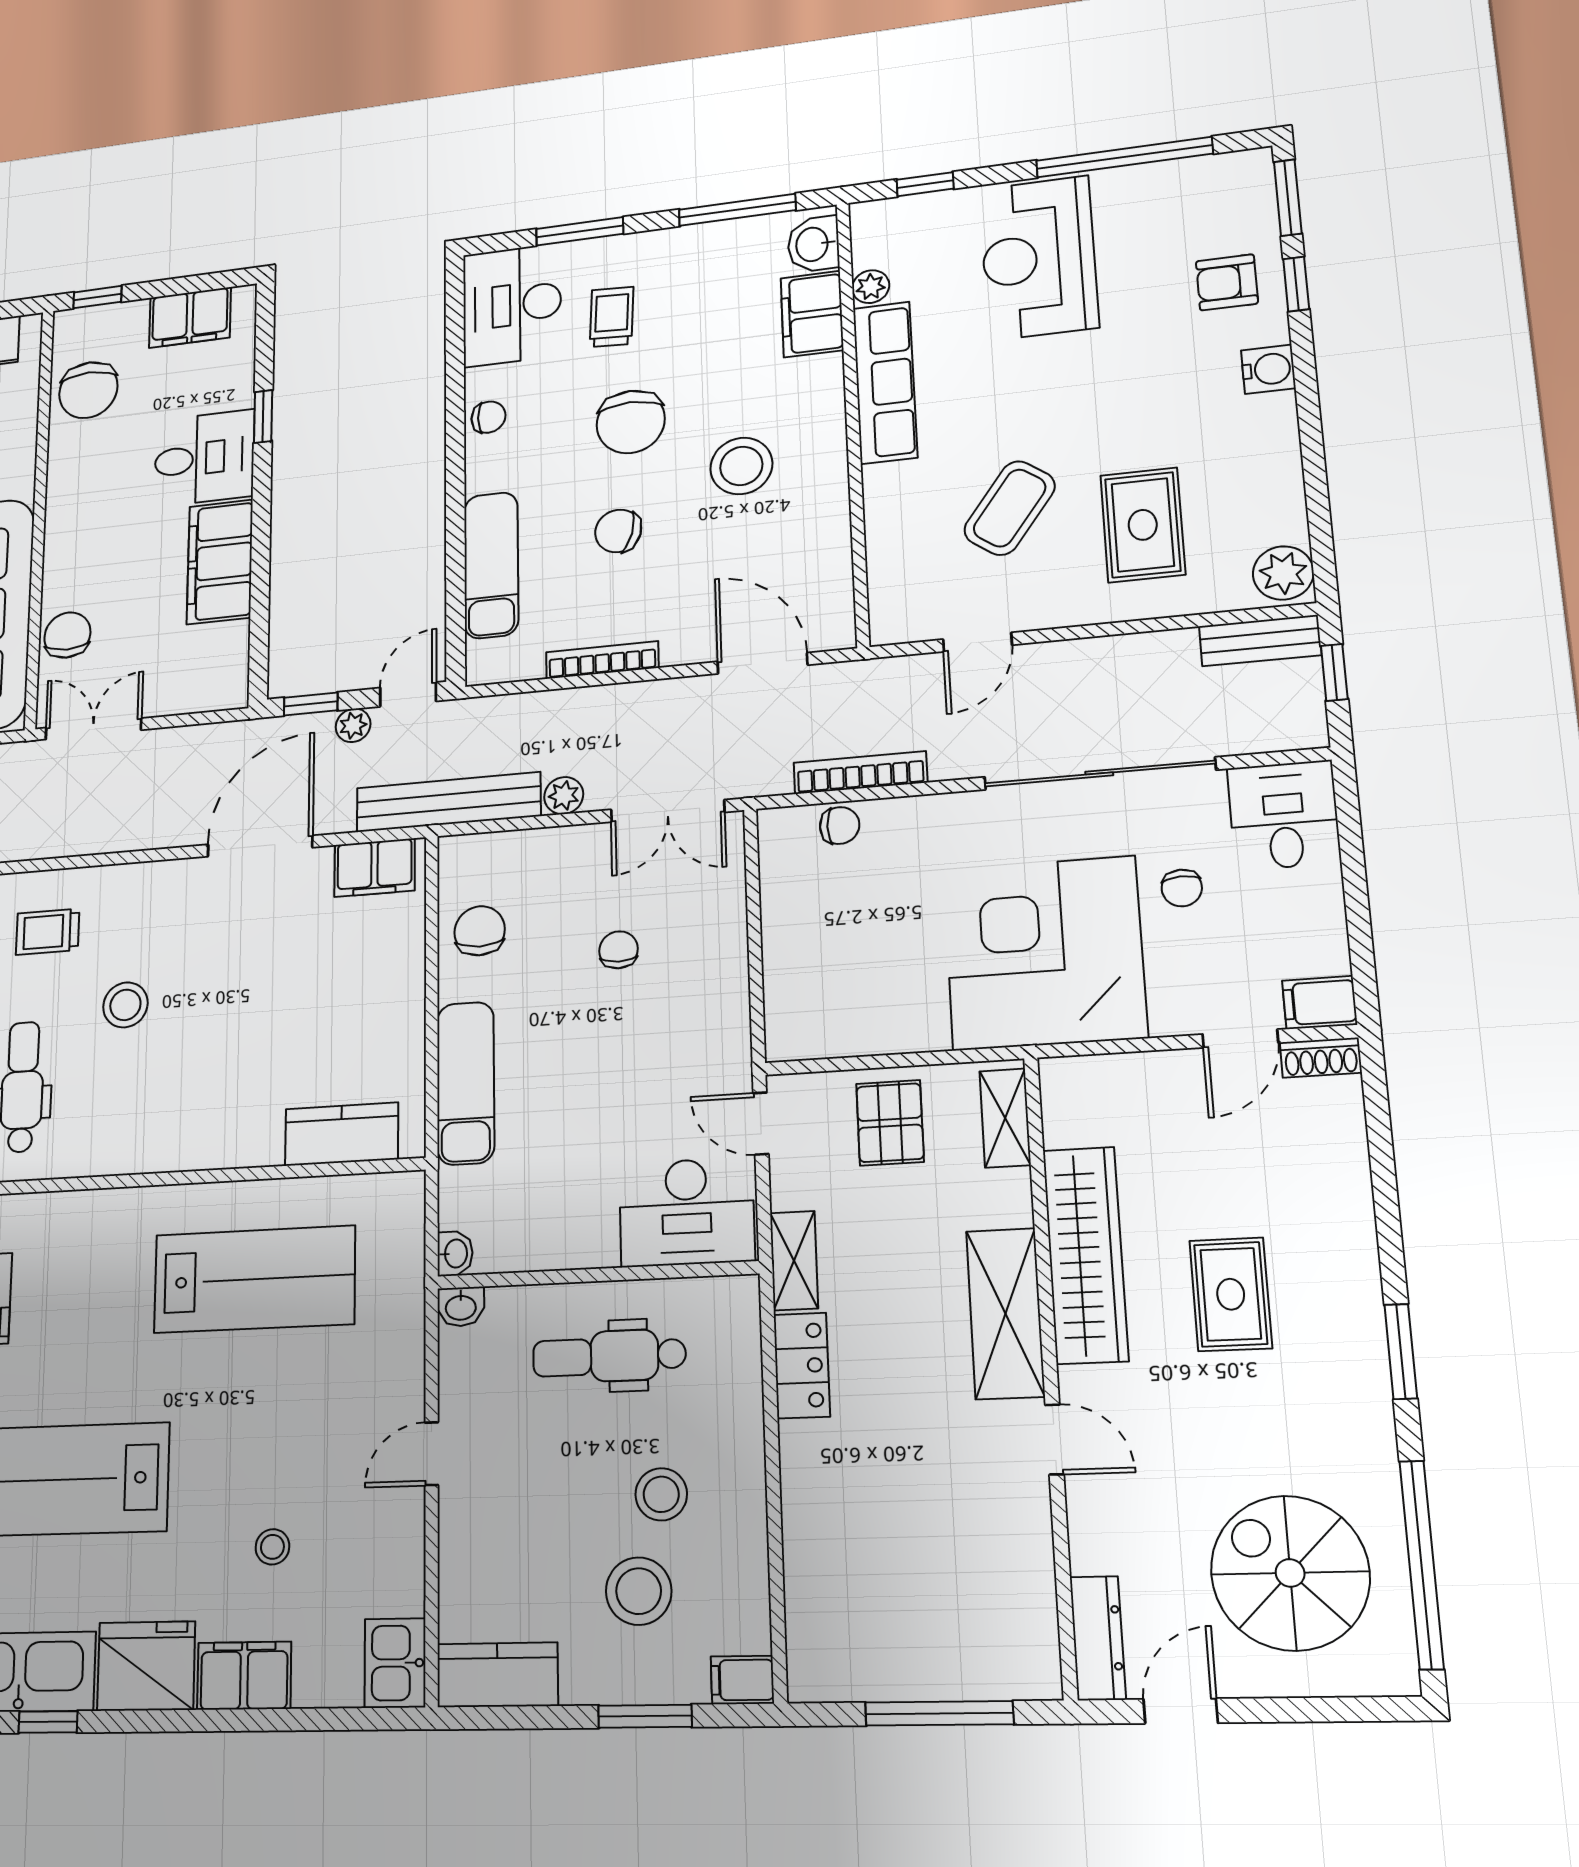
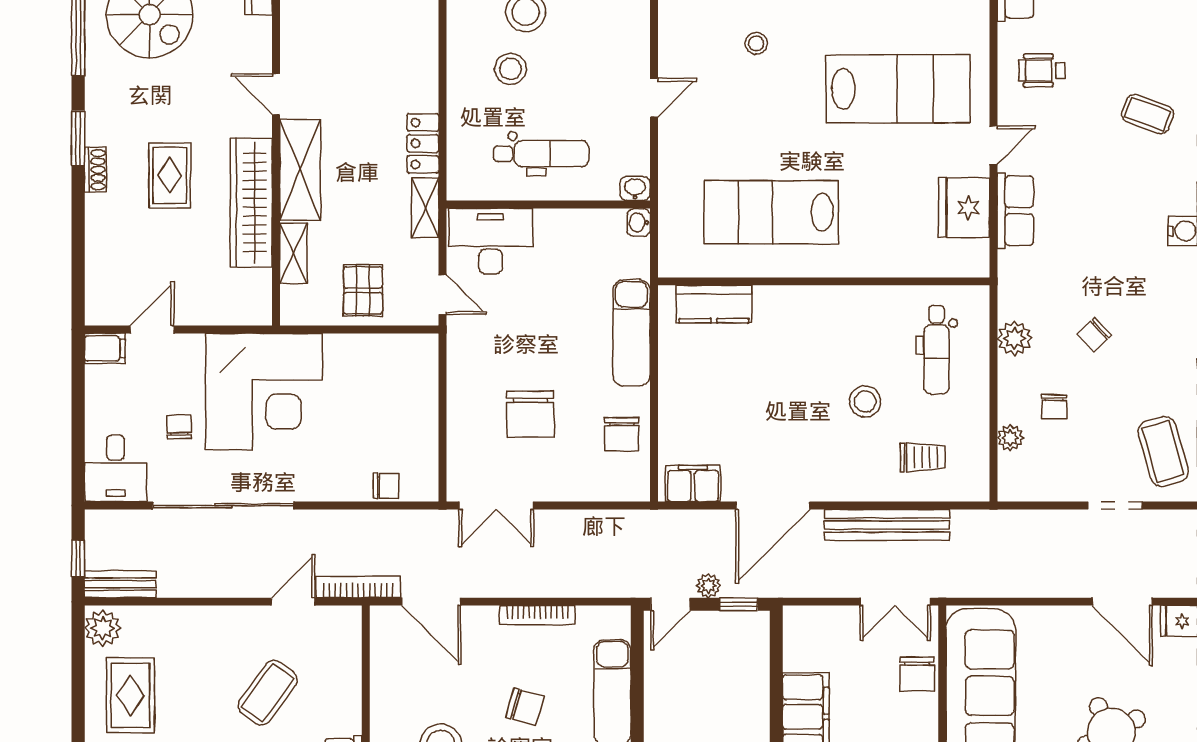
rug: (1143, 525) -> (130, 695), moved
bookcase: (860, 773) -> (358, 587), moved, turned 180
plant: (564, 796) -> (565, 522), removed
bench: (448, 802) -> (887, 525), moved
double door: (668, 811) -> (496, 506), swing flipped
chair: (840, 825) -> (386, 486), turned 180
chair: (619, 950) -> (530, 414), width x1.87, depth x1.87
shoe rack: (1321, 1058) -> (95, 170), moved, turned 90
shelving: (1005, 1118) -> (293, 253), moved

